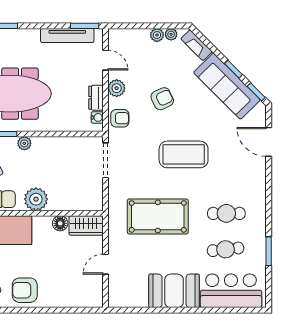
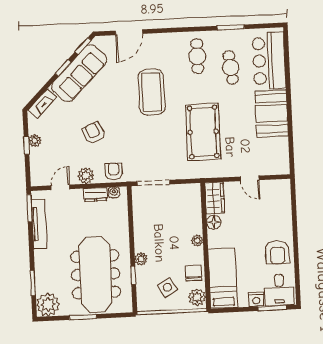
window: (152, 26) -> (26, 145), added
plant: (171, 34) -> (33, 127), removed
coffee table: (184, 154) -> (152, 92), moved
plant: (36, 199) -> (197, 240), width x0.53, depth x0.53
cafe table: (226, 213) -> (197, 56), moved

